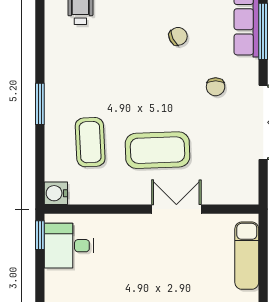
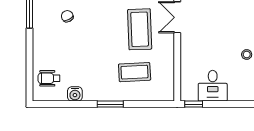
water cooler: (56, 193) -> (75, 94), moved
desk: (69, 246) -> (213, 86), moved

